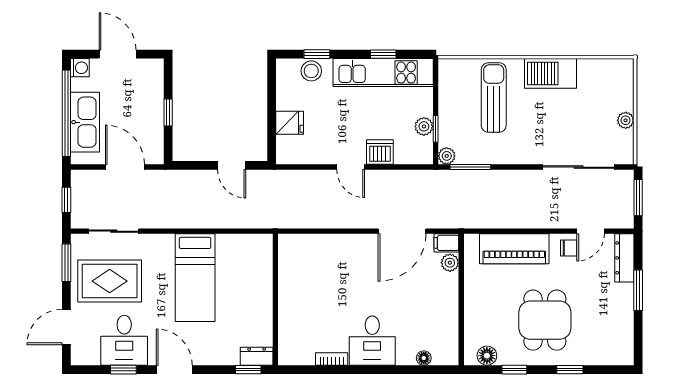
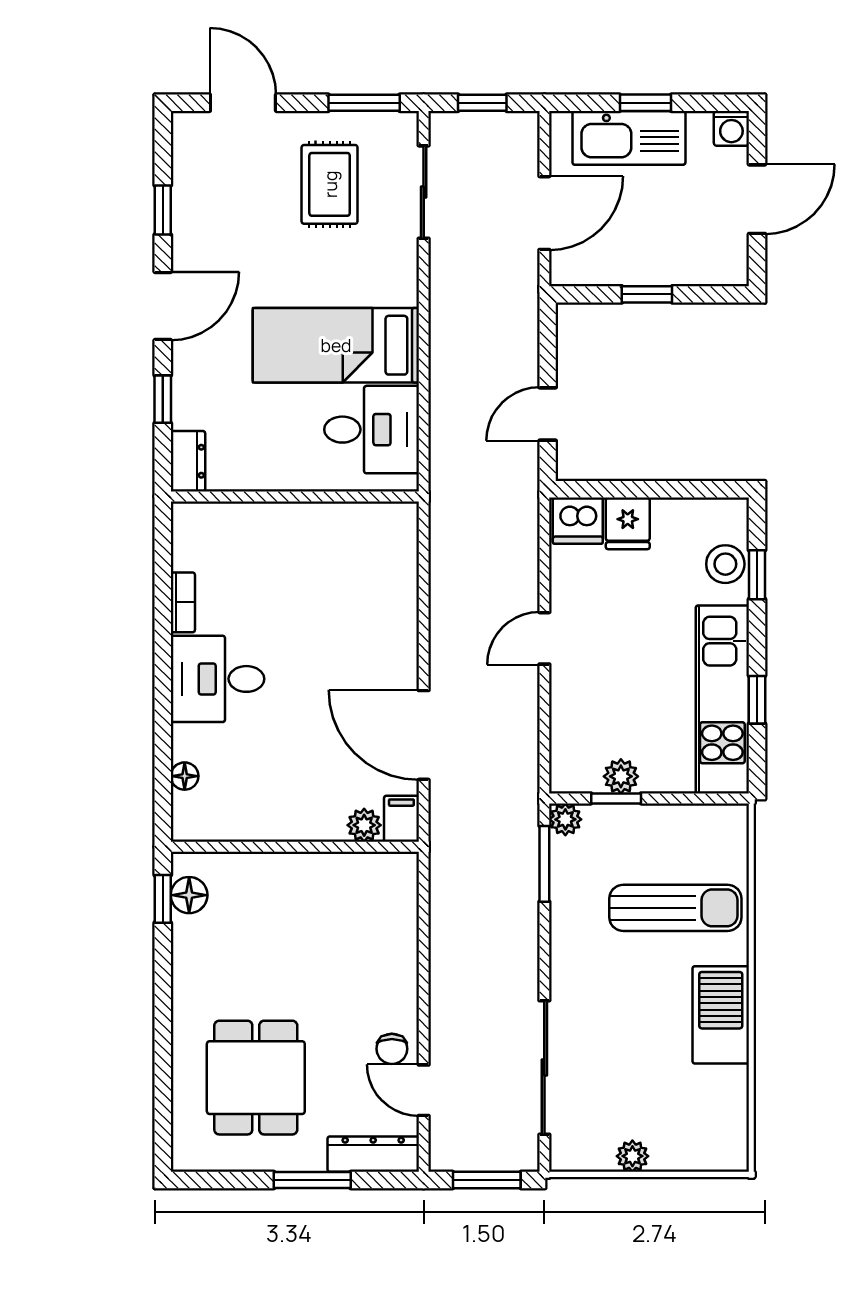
window: (66, 113) -> (645, 103), width x0.32
dishwasher: (380, 152) -> (578, 521), moved, turned 90
piano: (514, 249) -> (390, 947), removed
rug: (110, 281) -> (330, 184), width x0.73, depth x0.70
dining table: (545, 320) -> (256, 1078), moved, turned 90
desk: (124, 340) -> (372, 430), moved, turned 180
window: (248, 370) -> (163, 399), moved
window: (514, 370) -> (163, 899), moved
window: (570, 370) -> (163, 1051), removed

